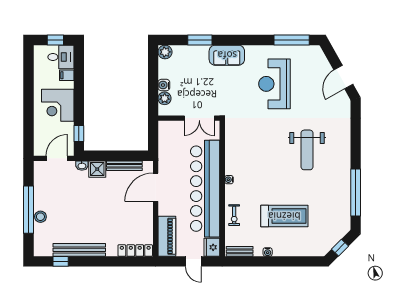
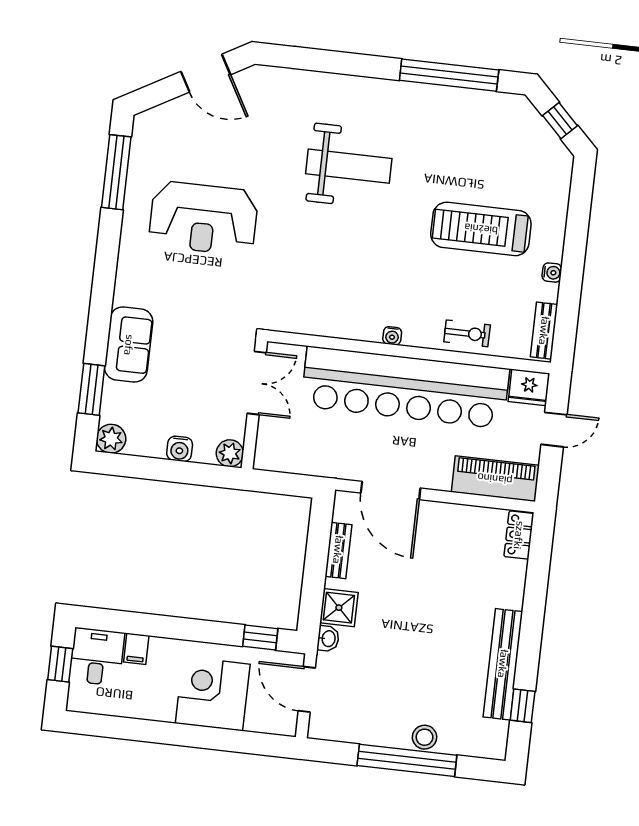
window: (200, 40) -> (91, 389), moved
sofa: (227, 55) -> (129, 345), moved
plant: (165, 98) -> (230, 453), moved
corner desk: (58, 105) -> (213, 694), moved, turned 180
bench: (124, 166) -> (338, 550), width x0.73
treadmill: (284, 216) -> (481, 229), turned -90
locker: (135, 251) -> (519, 535), width x0.66

